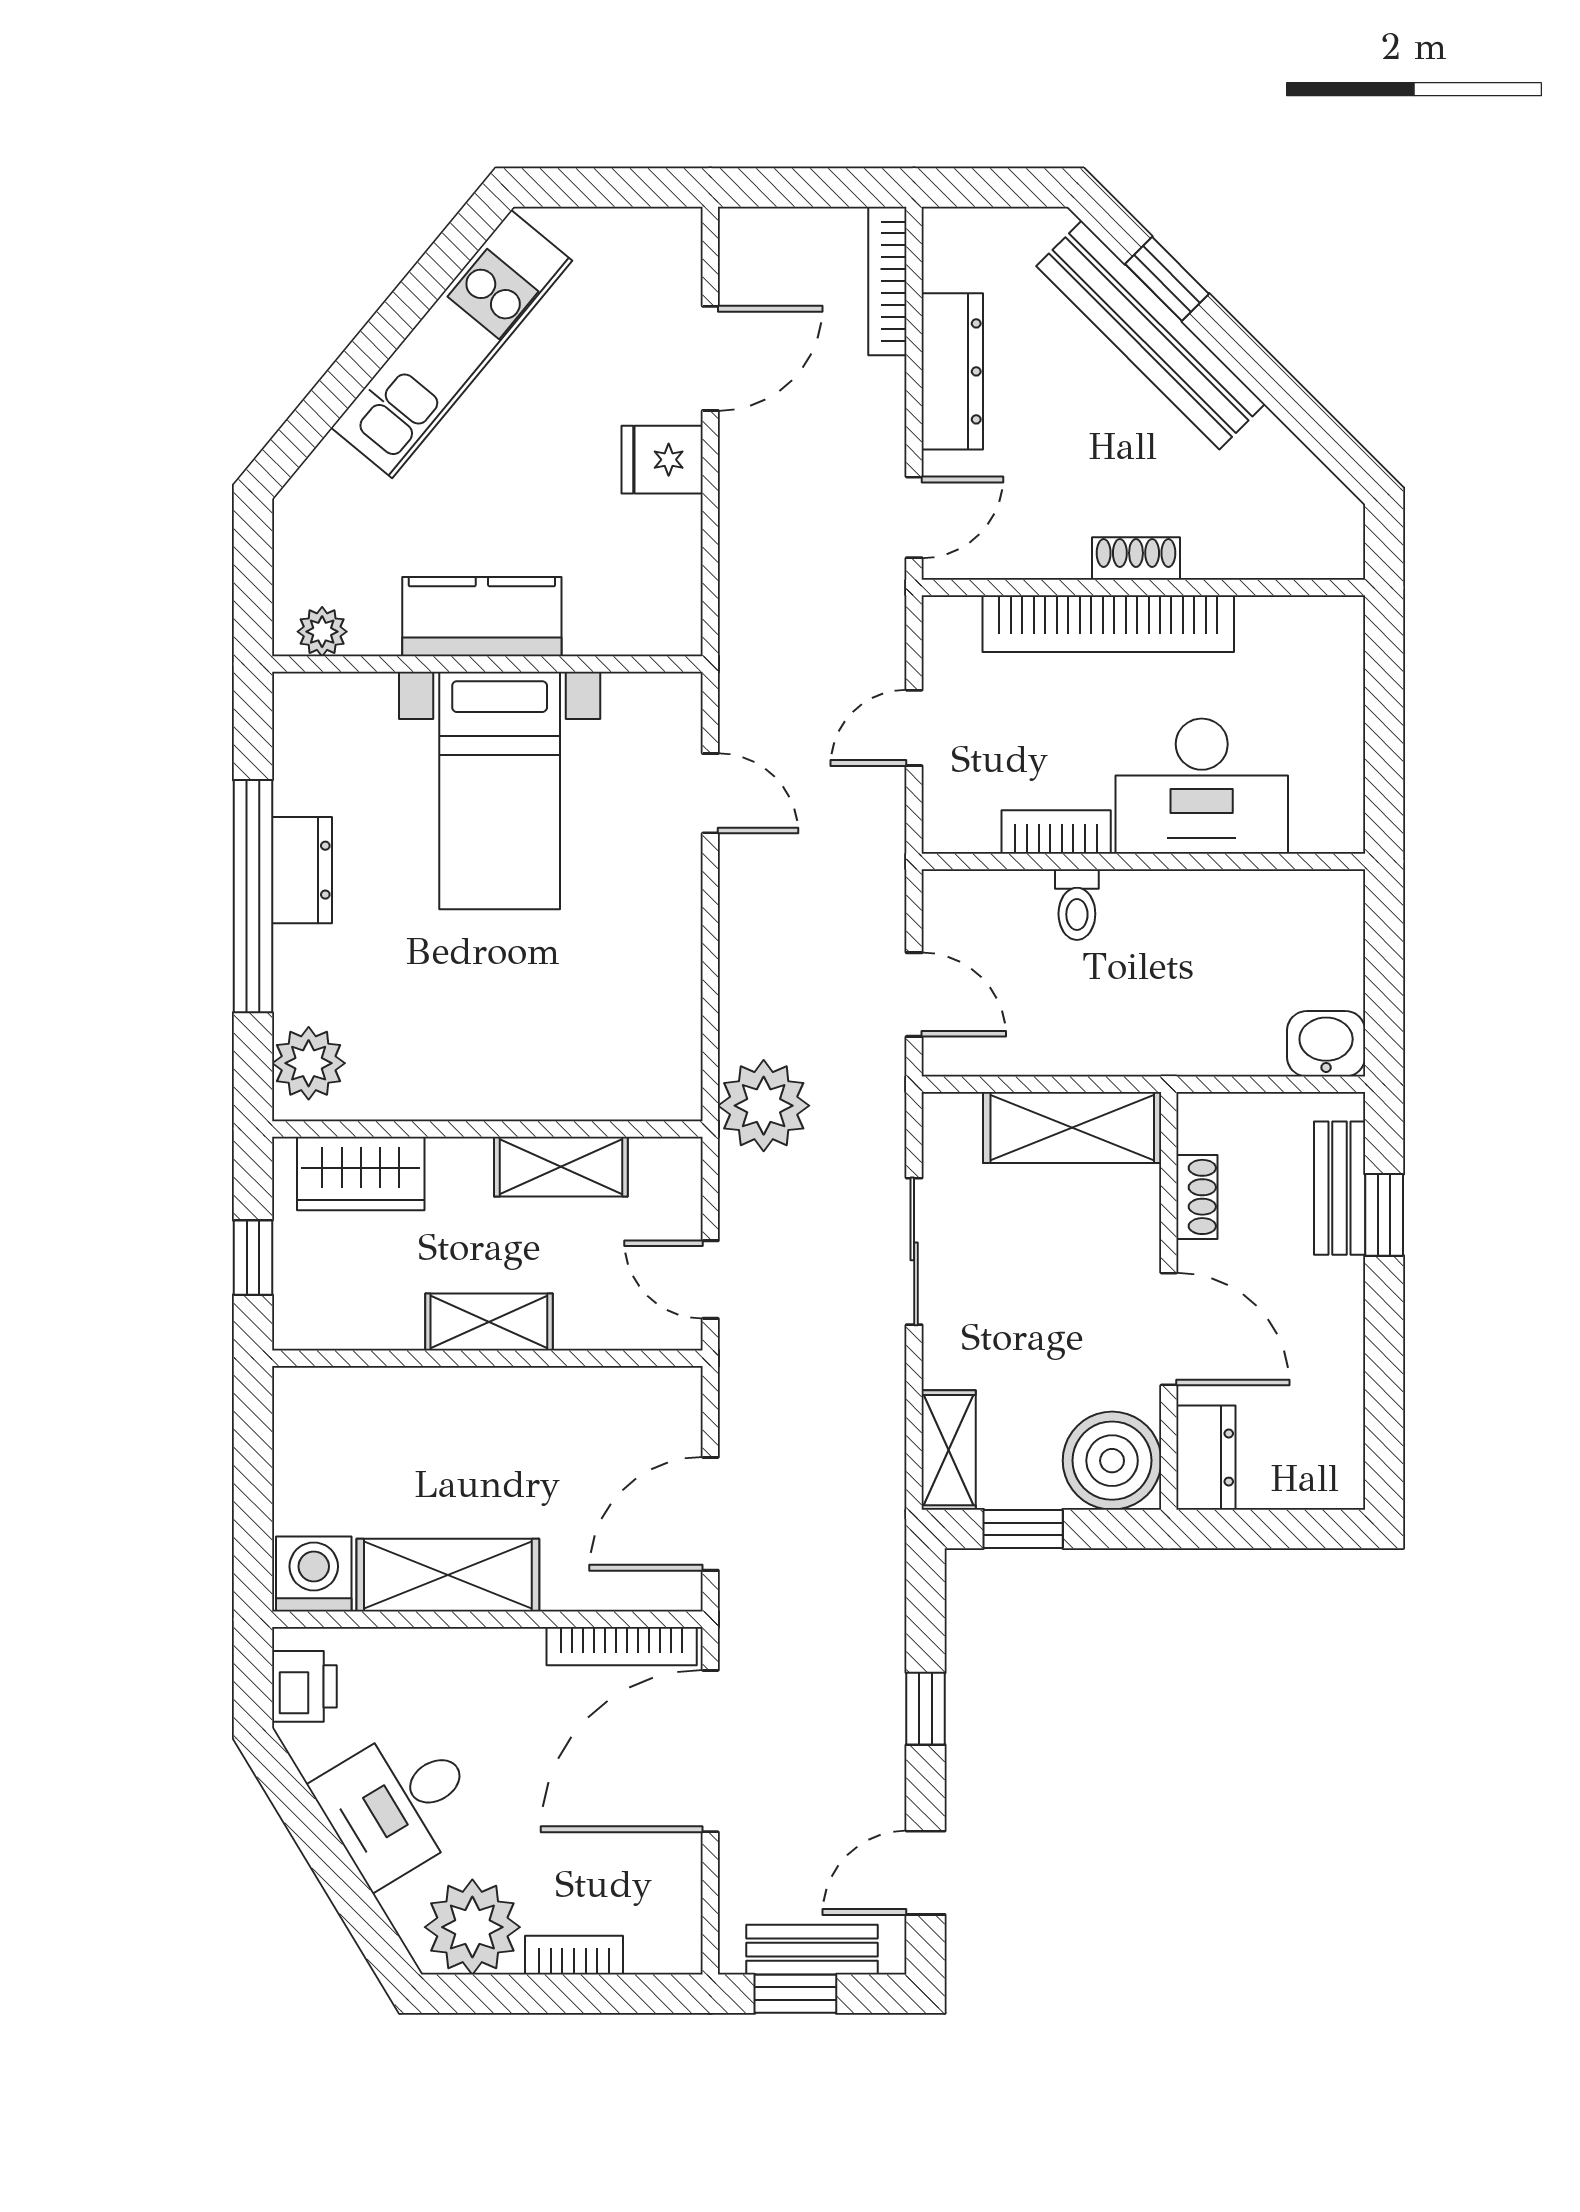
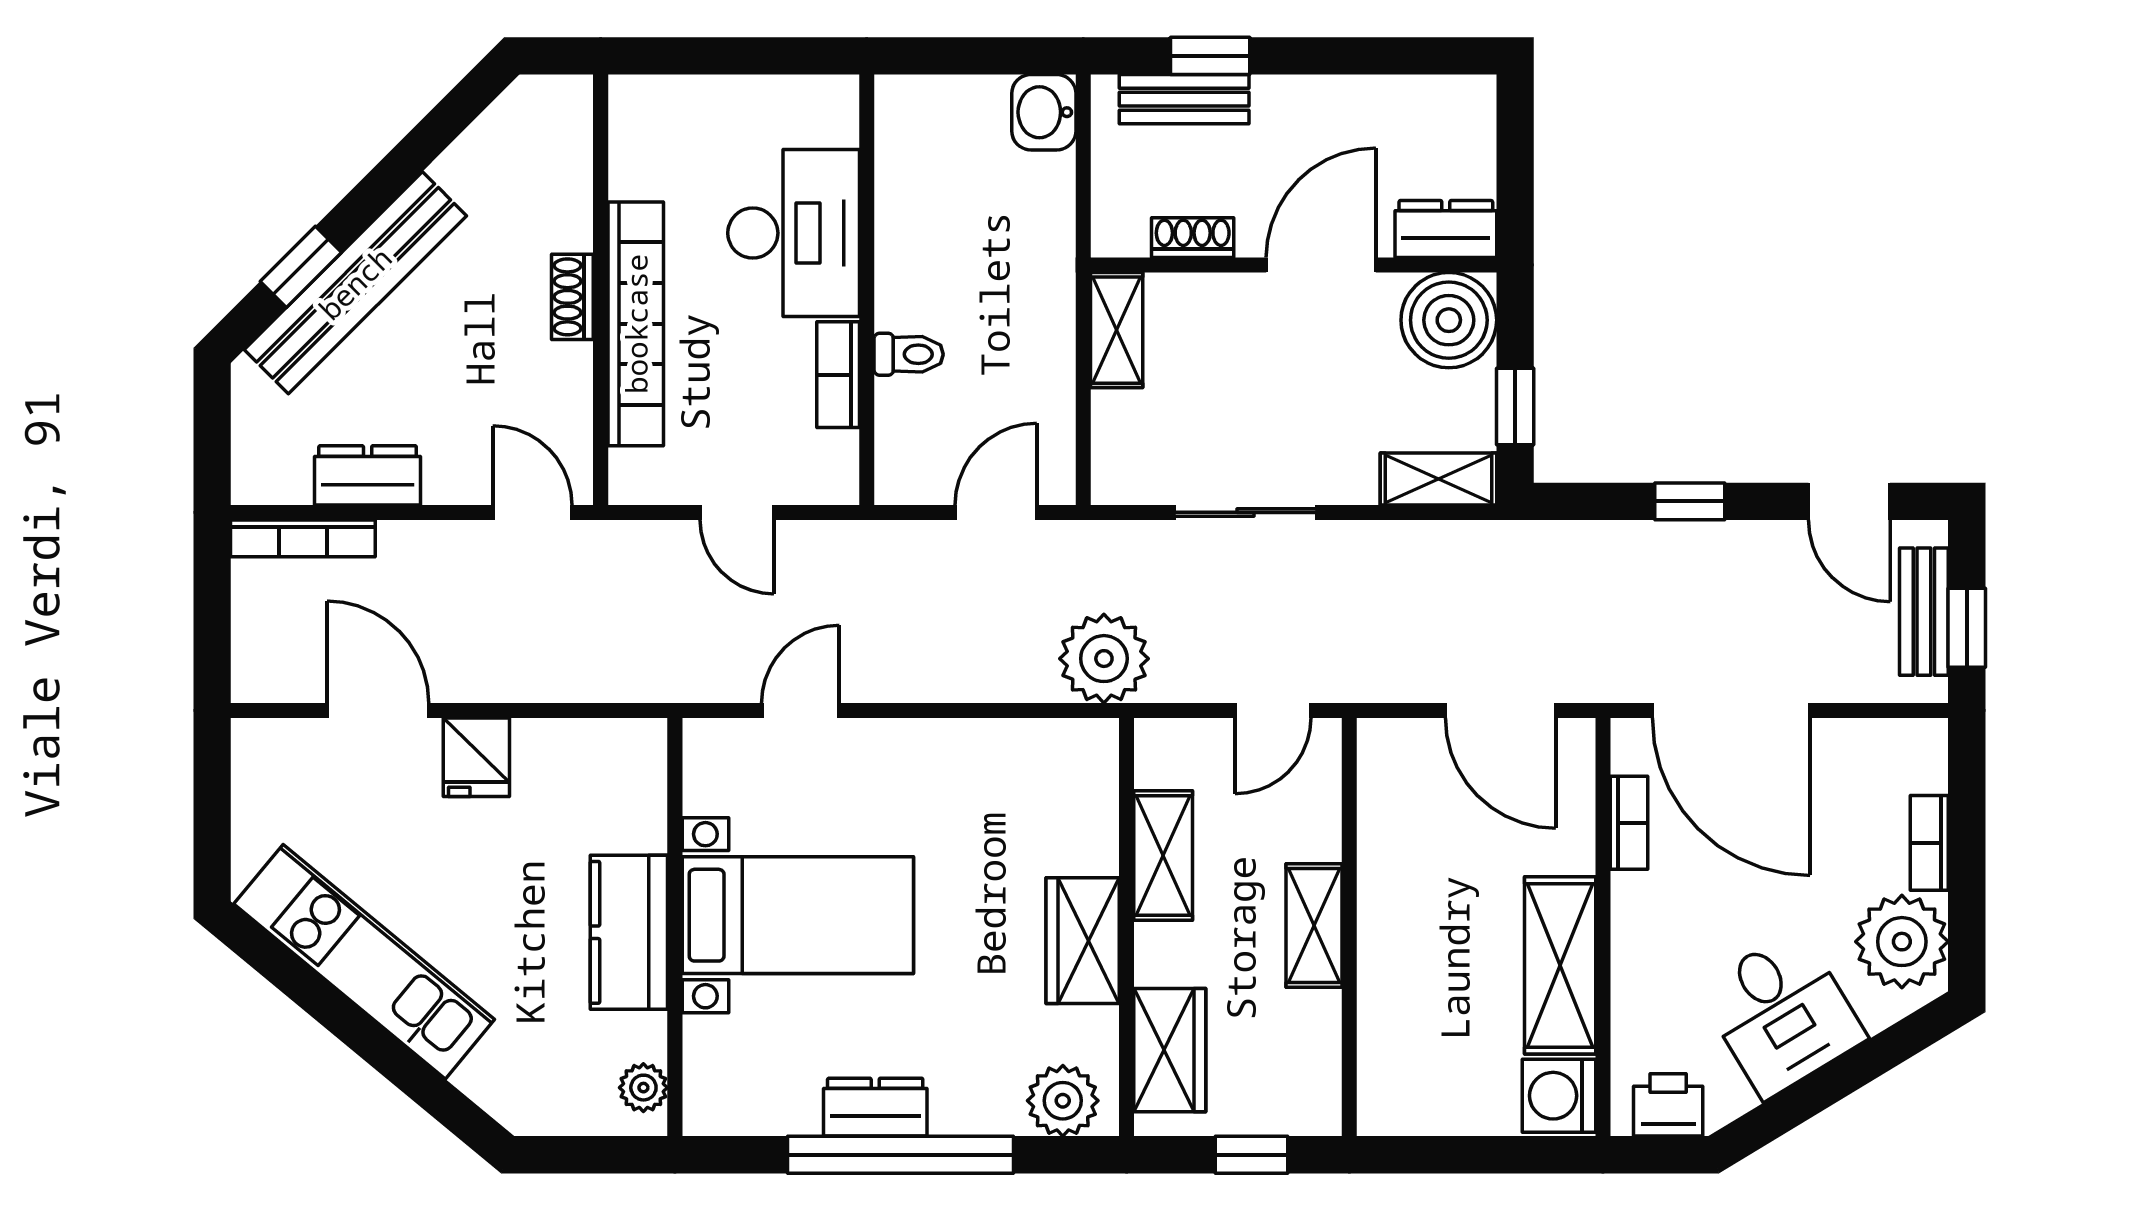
dresser: (952, 371) -> (368, 475), width x0.70
wardrobe: (473, 1084) -> (1083, 941), added
shelving: (1072, 1128) -> (1117, 330), width x0.67, depth x0.75
bookcase: (622, 1646) -> (1629, 823), width x0.64

